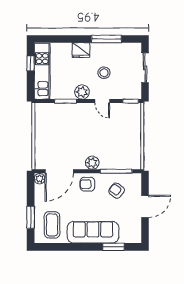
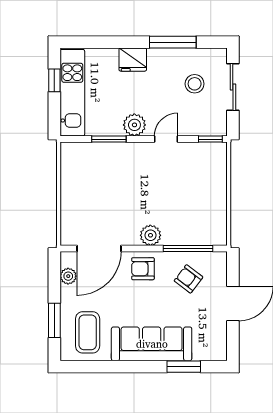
stool: (104, 73) -> (195, 84), moved
door: (102, 101) -> (166, 139), swing flipped
plant: (40, 179) -> (68, 276), moved

